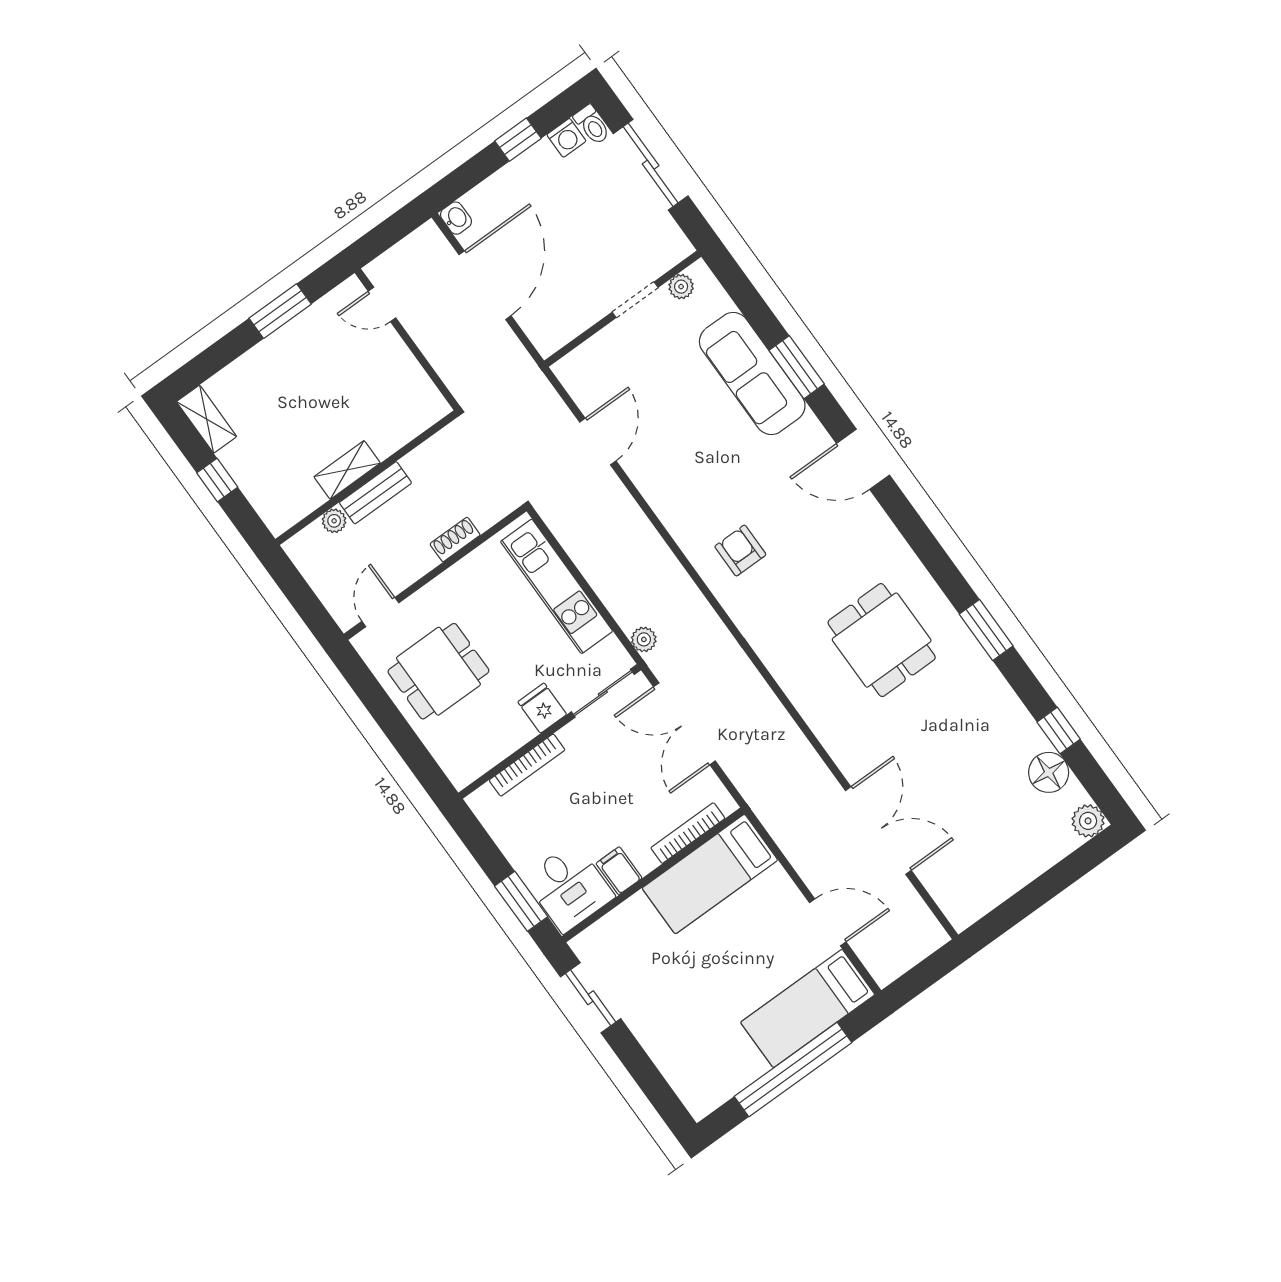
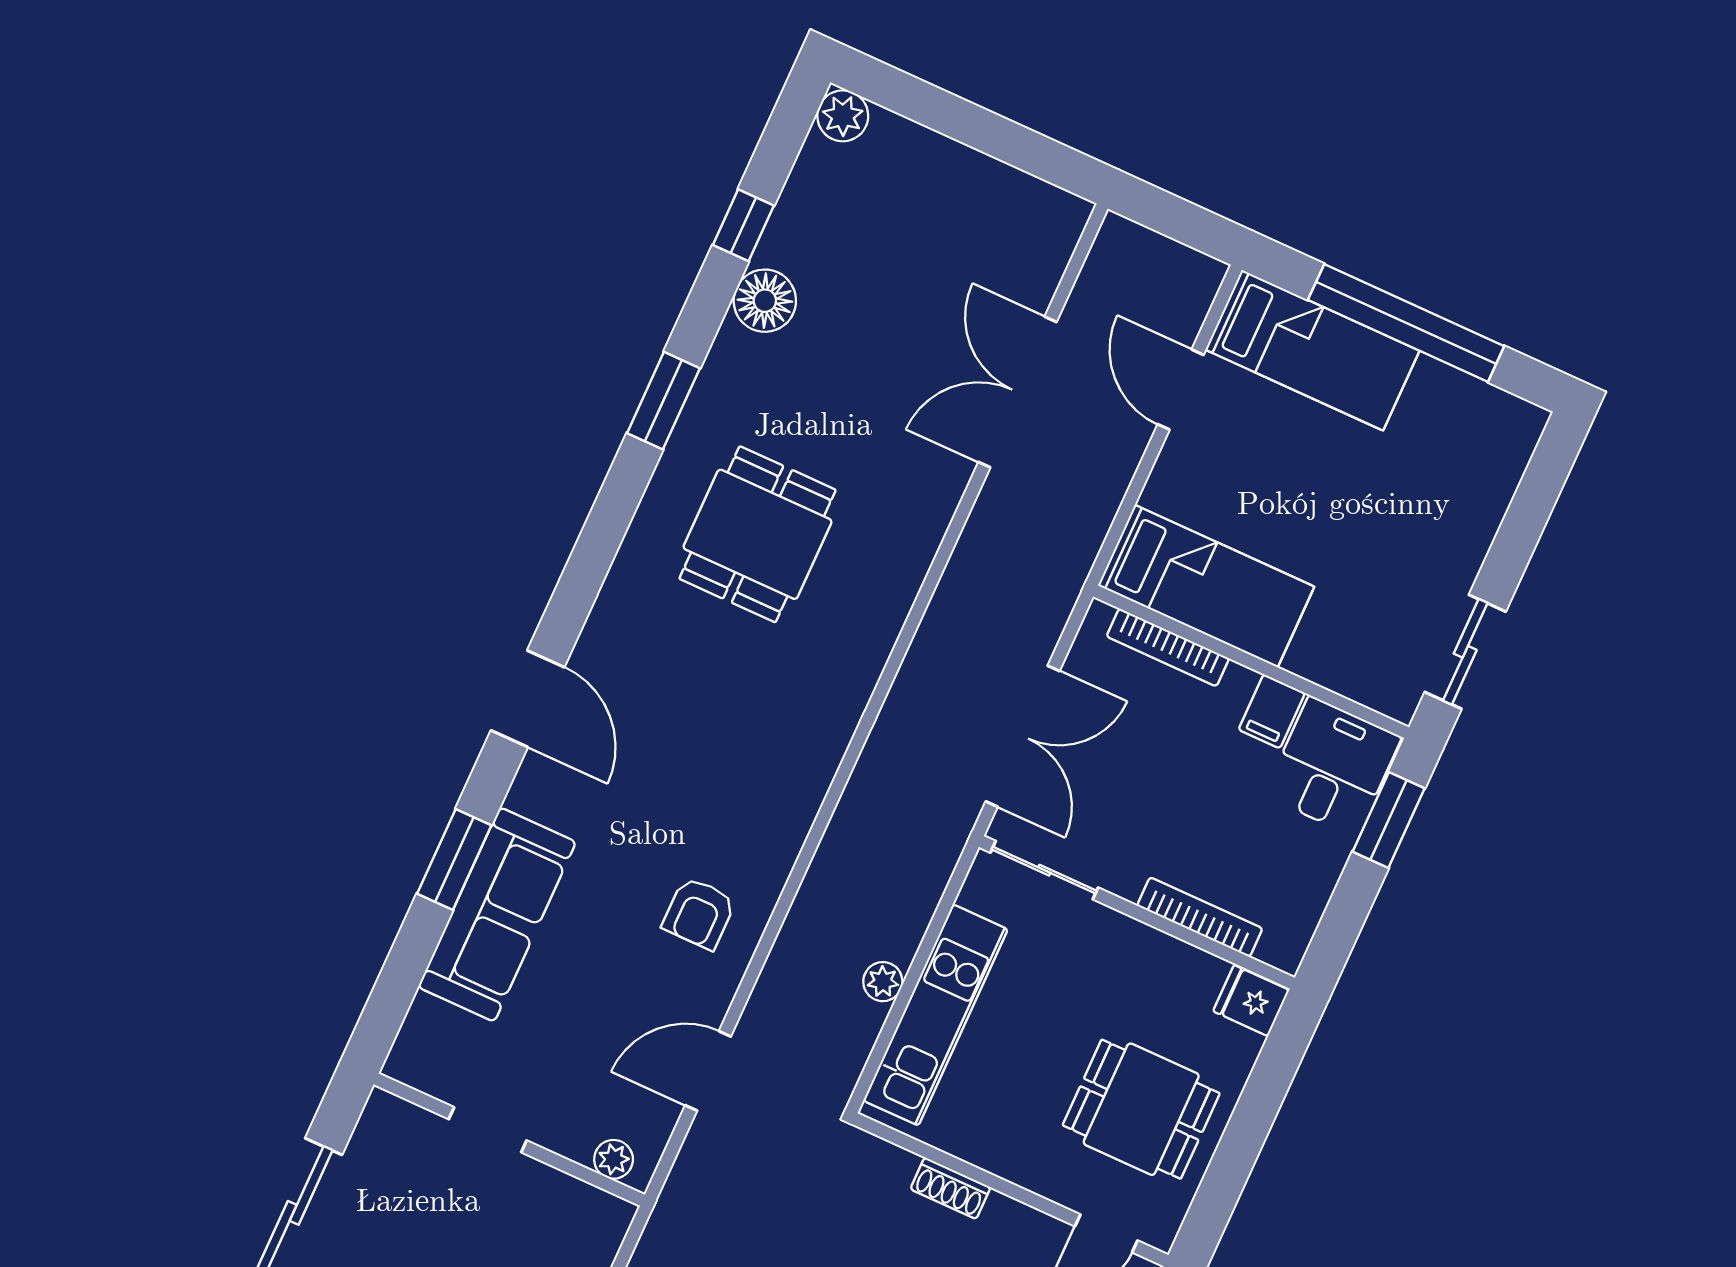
plant: (681, 287) -> (614, 1159), moved
armchair: (740, 551) -> (699, 913), moved
plant: (644, 639) -> (883, 982), moved
fridge: (542, 708) -> (1251, 1001), moved, turned 90
floor lamp: (1049, 772) -> (765, 301), moved

